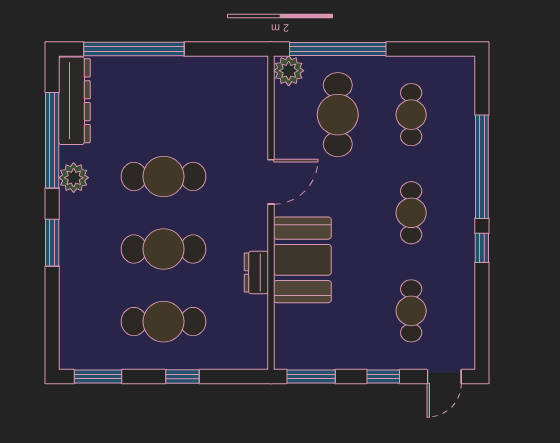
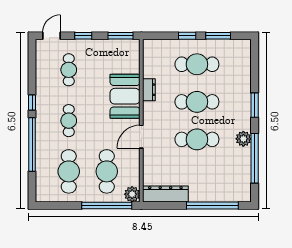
dresser: (74, 101) -> (165, 194), moved, turned 90
cafe table: (411, 115) -> (69, 171), width x1.37, depth x1.35
window: (98, 377) -> (218, 36), moved

